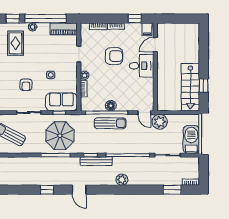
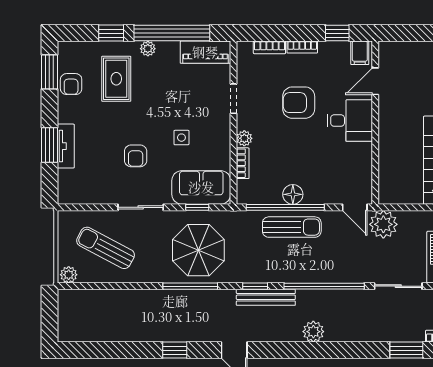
armchair: (114, 56) -> (299, 103), turned 180

